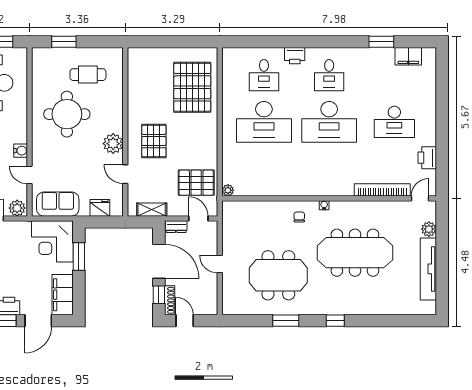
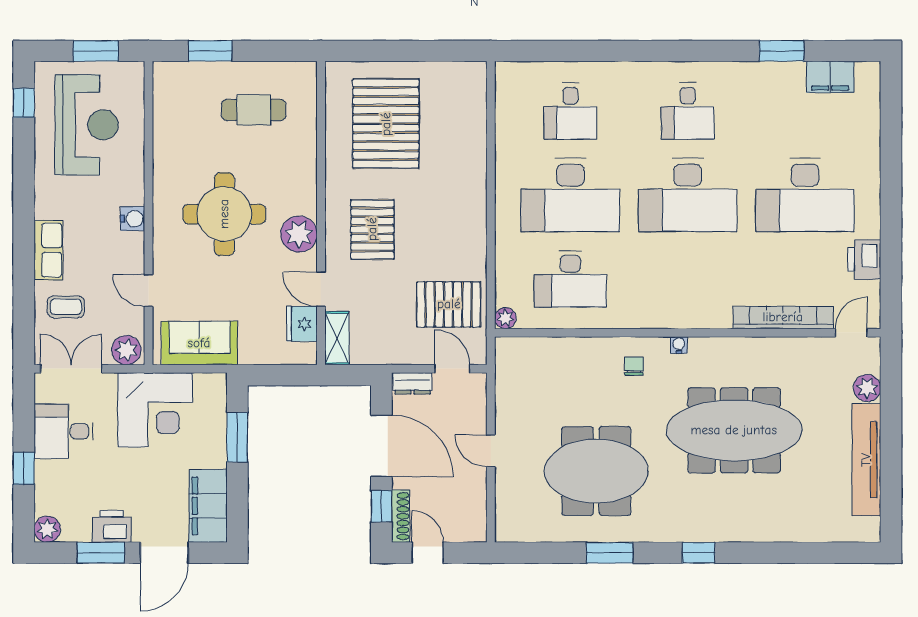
printer: (295, 56) -> (626, 76), removed
pallet: (192, 87) -> (386, 124), moved
round table: (67, 114) -> (224, 214), moved
desk: (394, 122) -> (805, 195), width x1.36, depth x1.30
water cooler: (21, 151) -> (133, 219), moved
desk: (264, 169) -> (570, 279), added
fridge: (100, 208) -> (302, 324), moved, turned -90
shelving: (152, 210) -> (337, 338), moved, turned 90
corner desk: (52, 241) -> (155, 410), moved, turned -90

